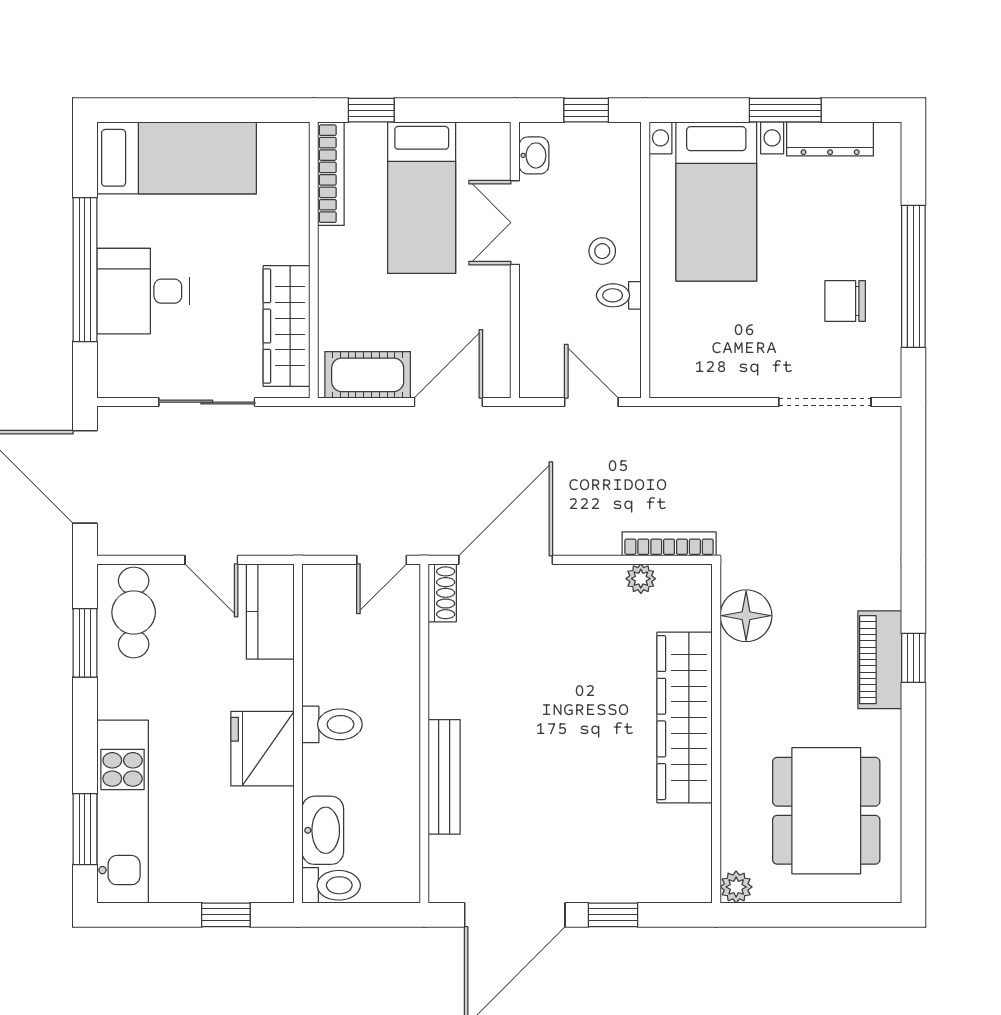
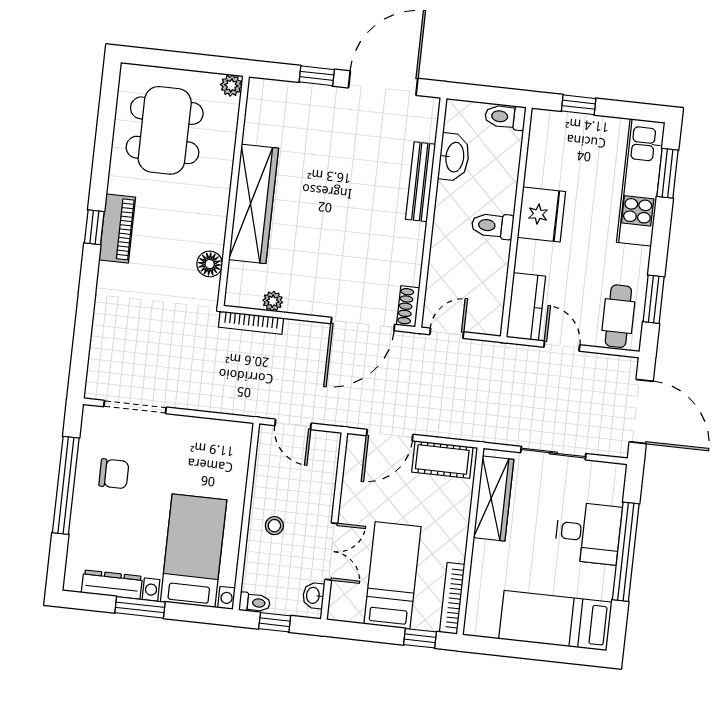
toilet: (619, 295) -> (255, 602), moved
floor lamp: (746, 616) -> (210, 264), width x0.73, depth x0.73
washbasin: (323, 830) -> (454, 157), moved, turned 180

